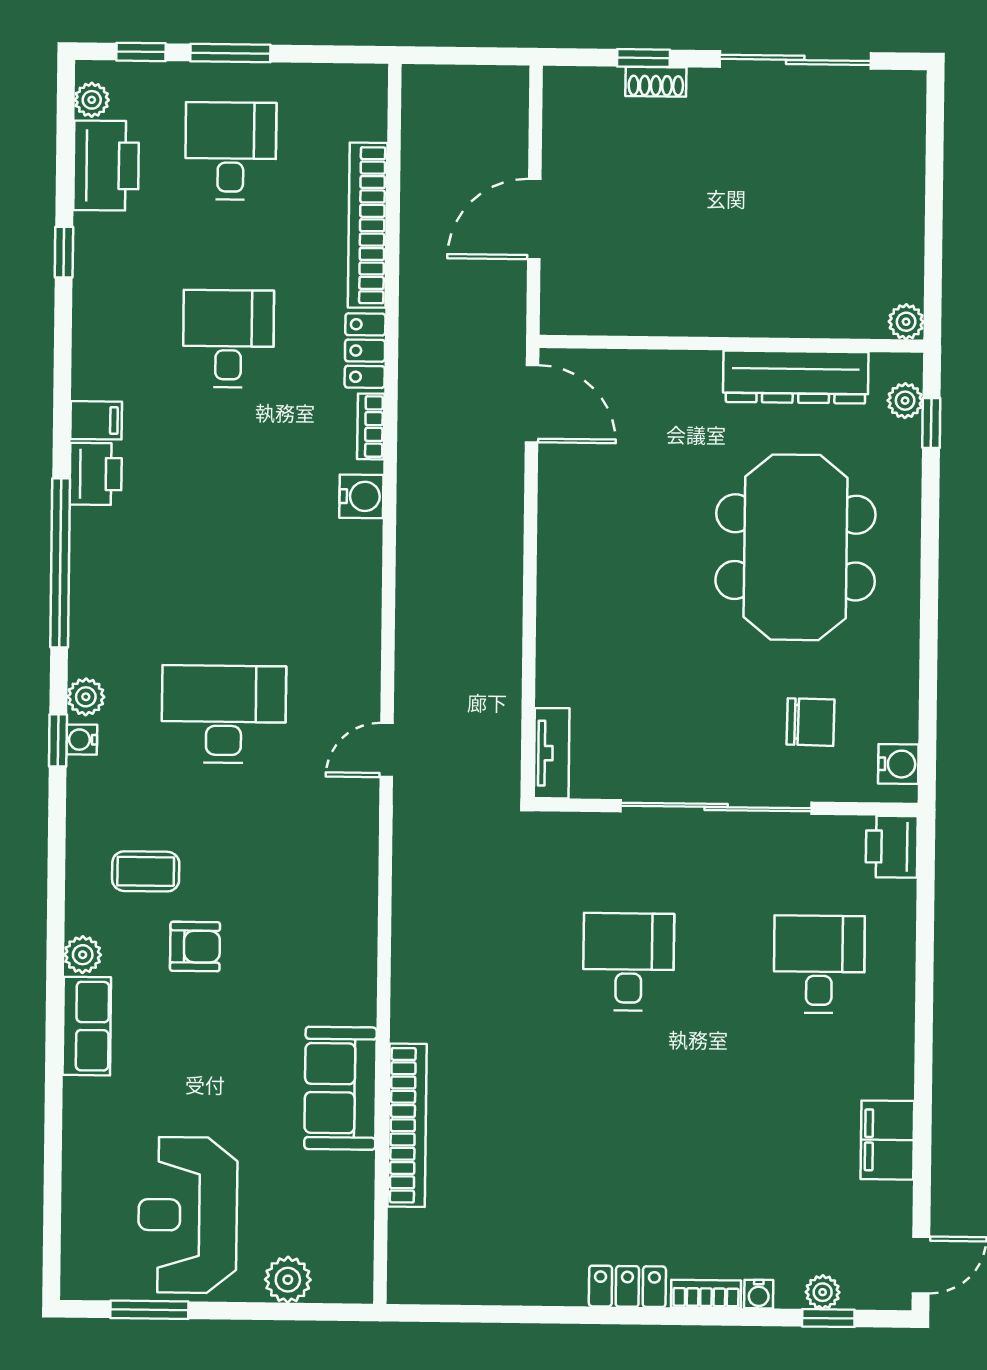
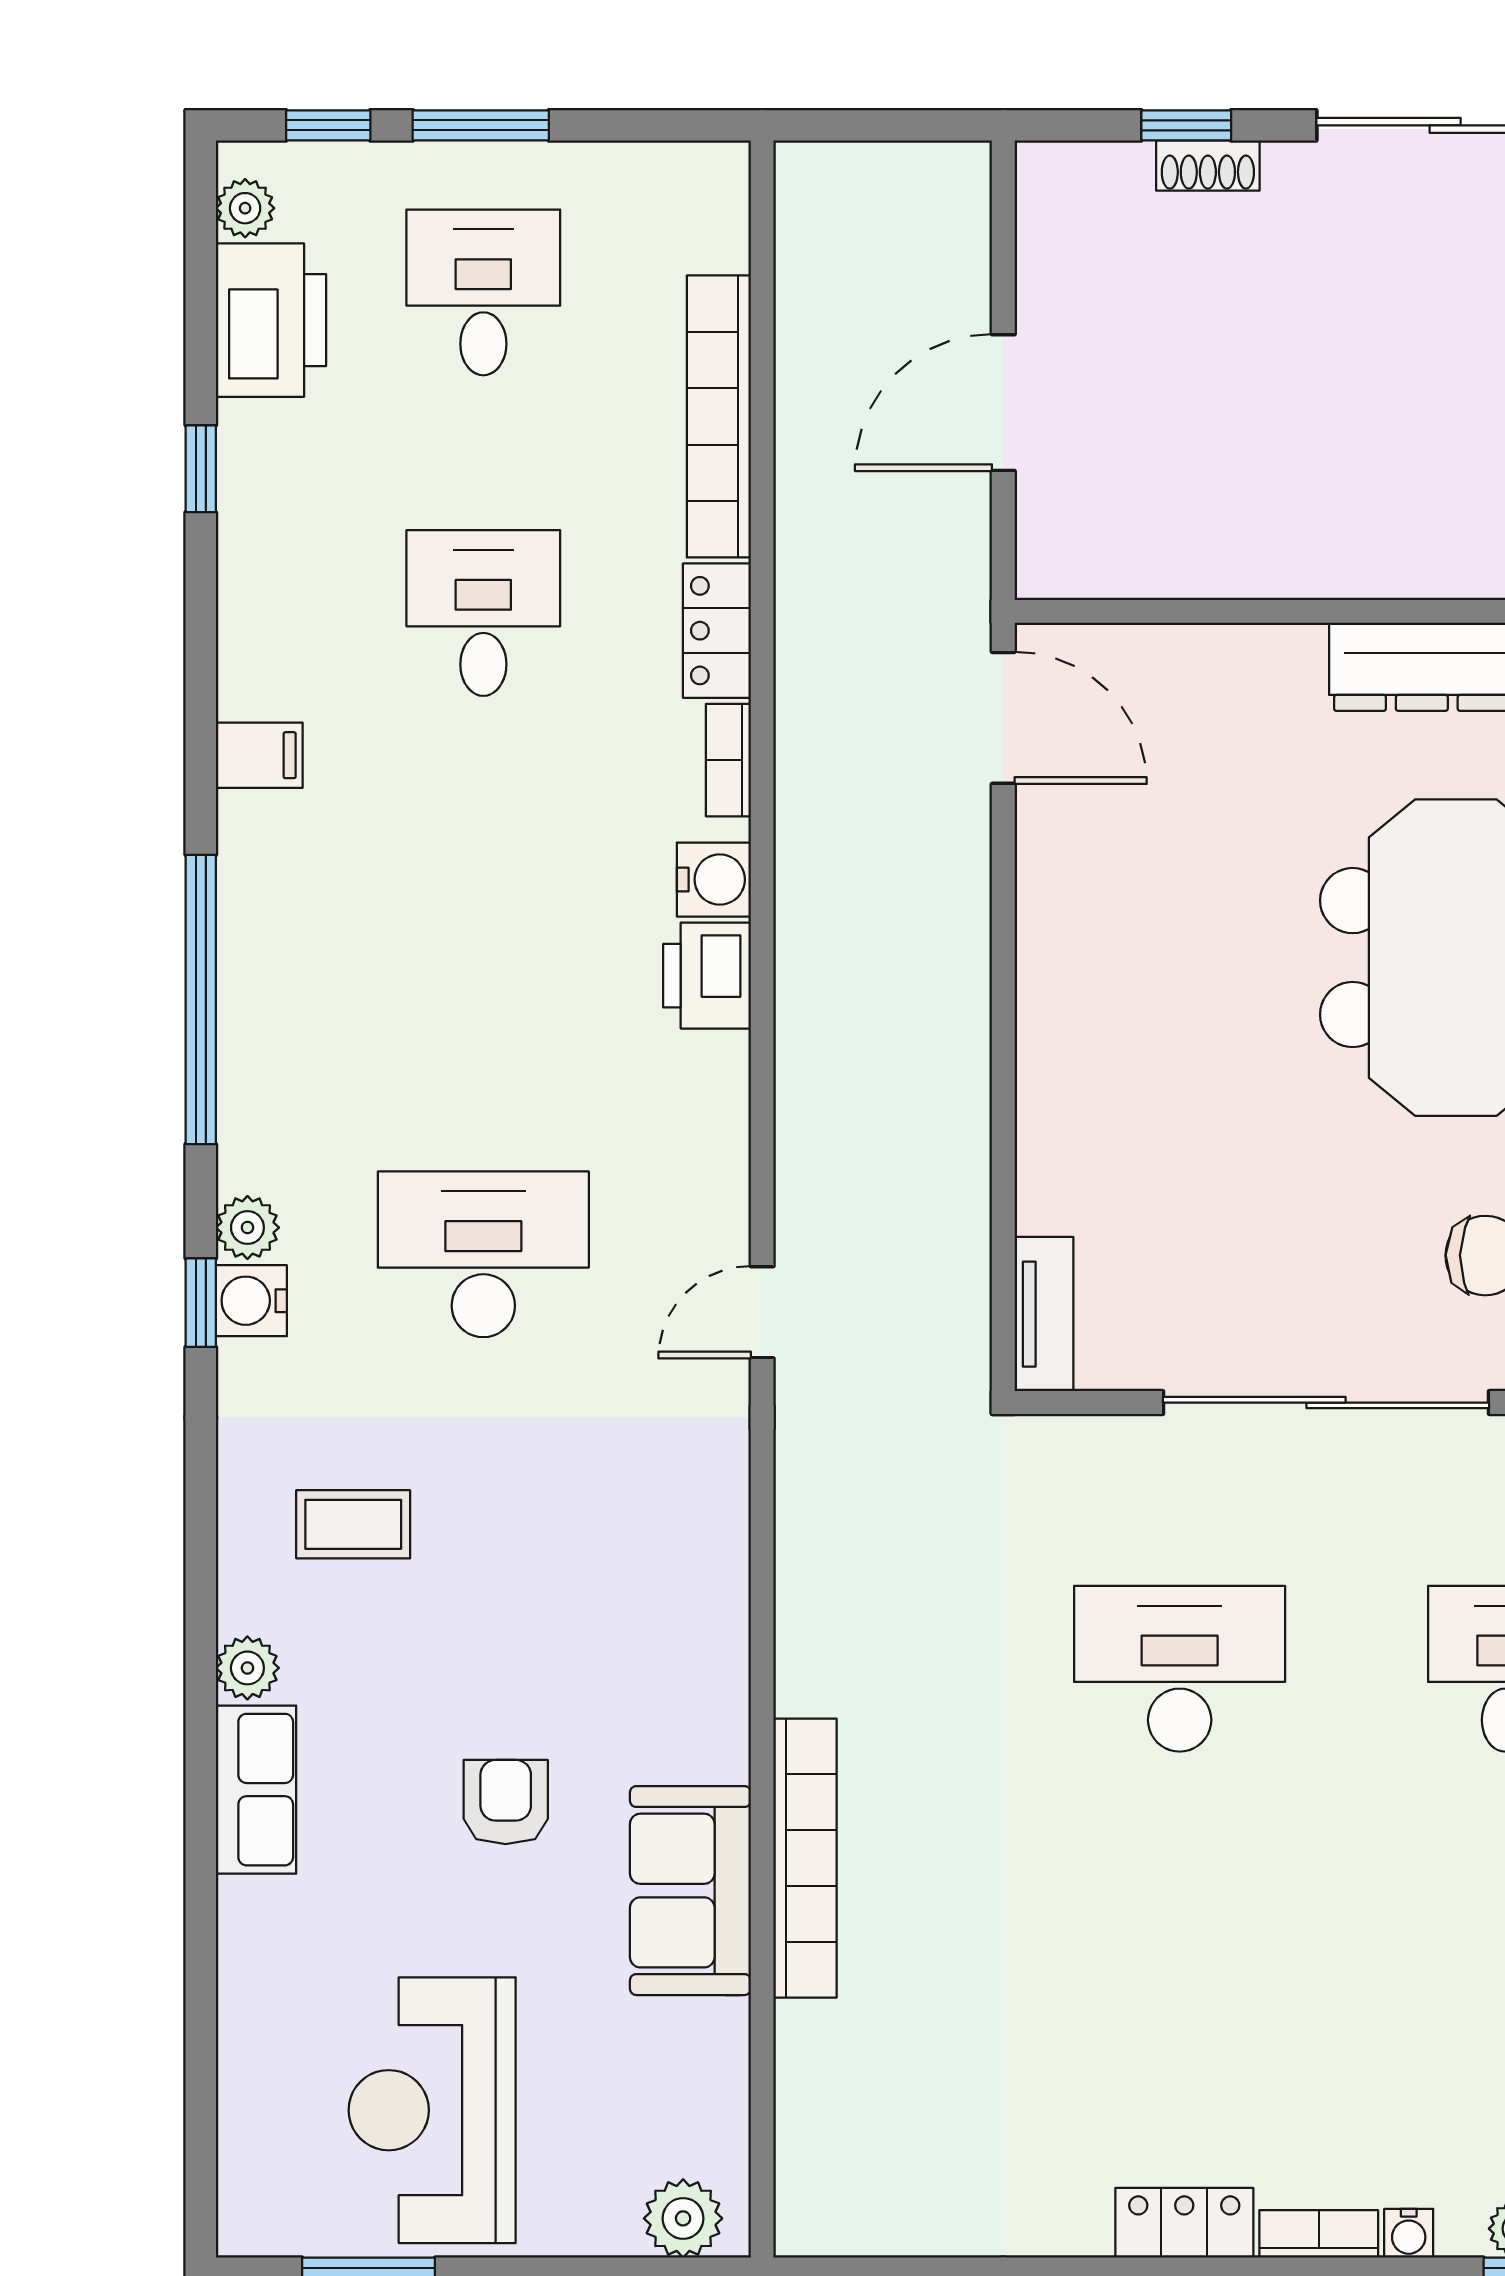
printer: (96, 474) -> (707, 976), moved, turned 180
water cooler: (82, 740) -> (251, 1301), width x1.38, depth x1.38
armchair: (195, 947) -> (506, 1802), moved, turned -90
desk: (629, 962) -> (1180, 1669), width x1.37
bookcase: (407, 1125) -> (805, 1858), moved
plant: (288, 1280) -> (683, 2218), moved

